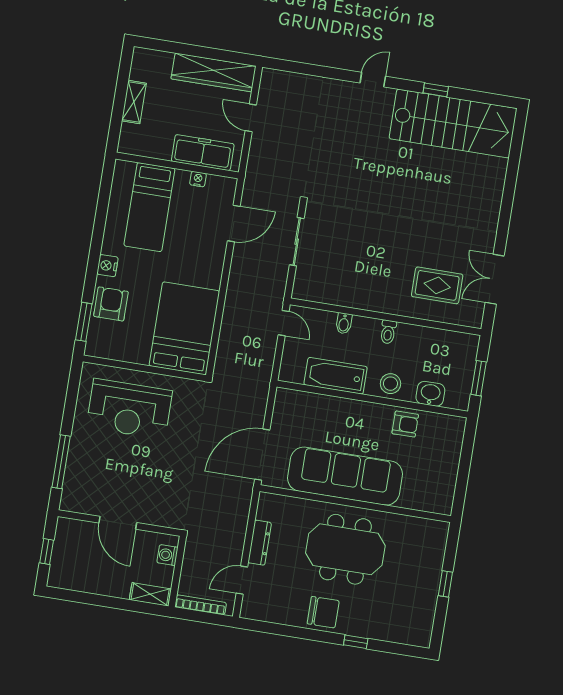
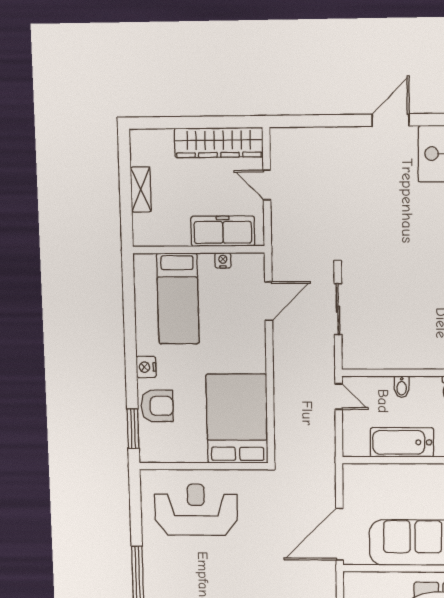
door: (373, 80) -> (391, 120), width x1.38
armchair: (111, 304) -> (157, 406), turned 90
reception desk: (129, 409) -> (196, 510), turned 180

